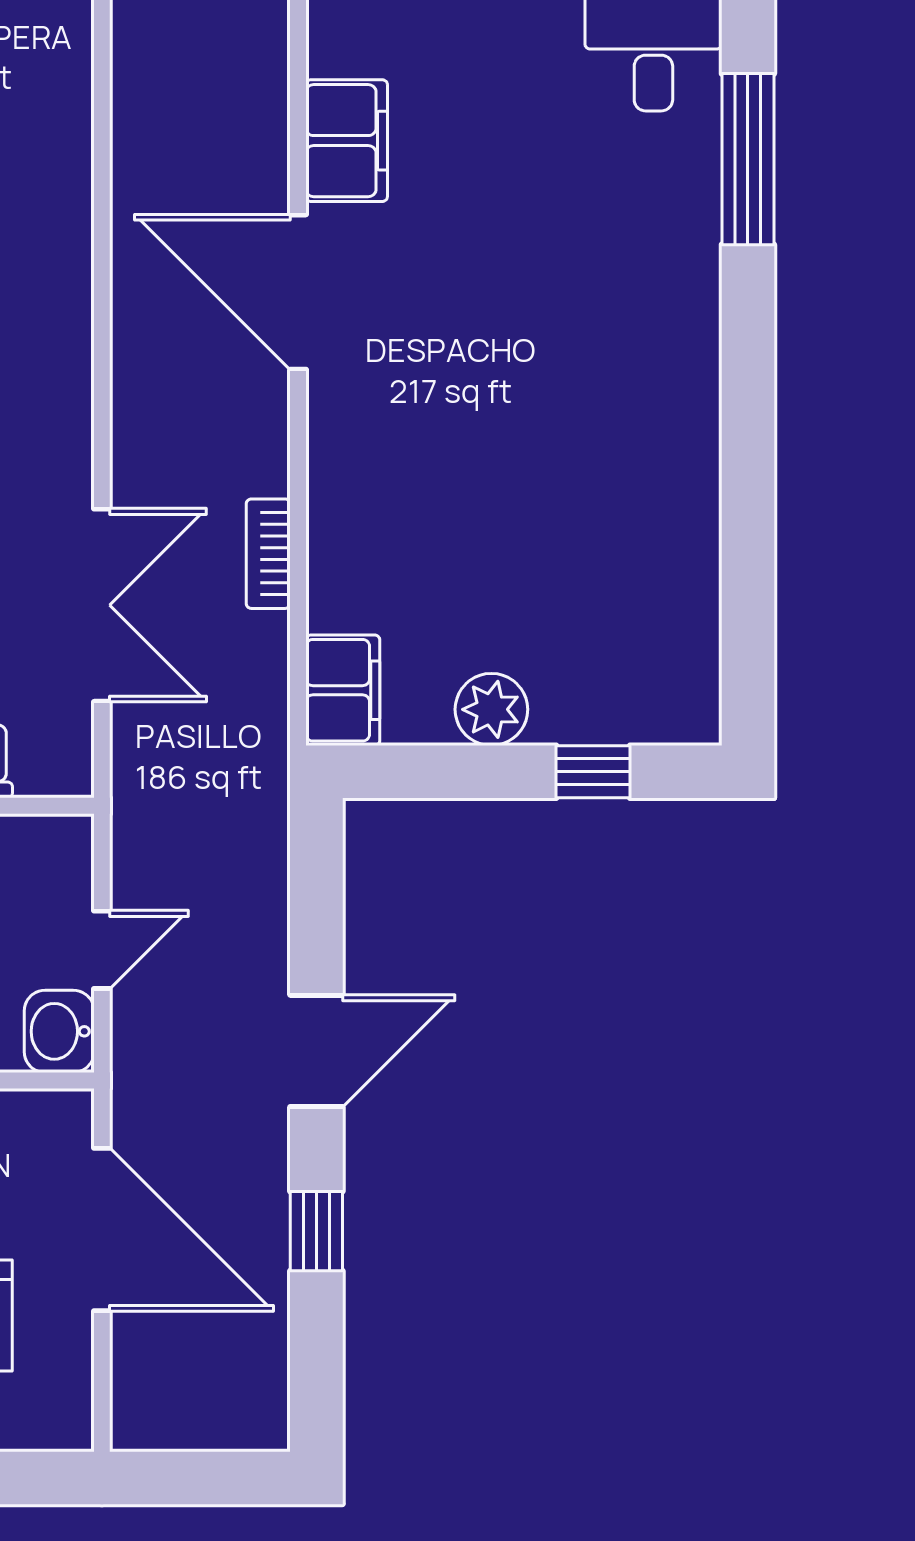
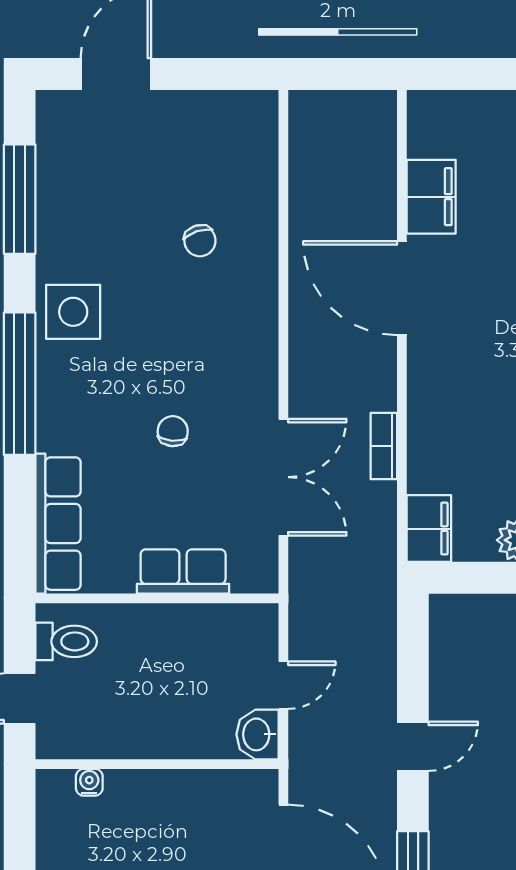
door: (316, 1051) -> (413, 746), width x0.73

